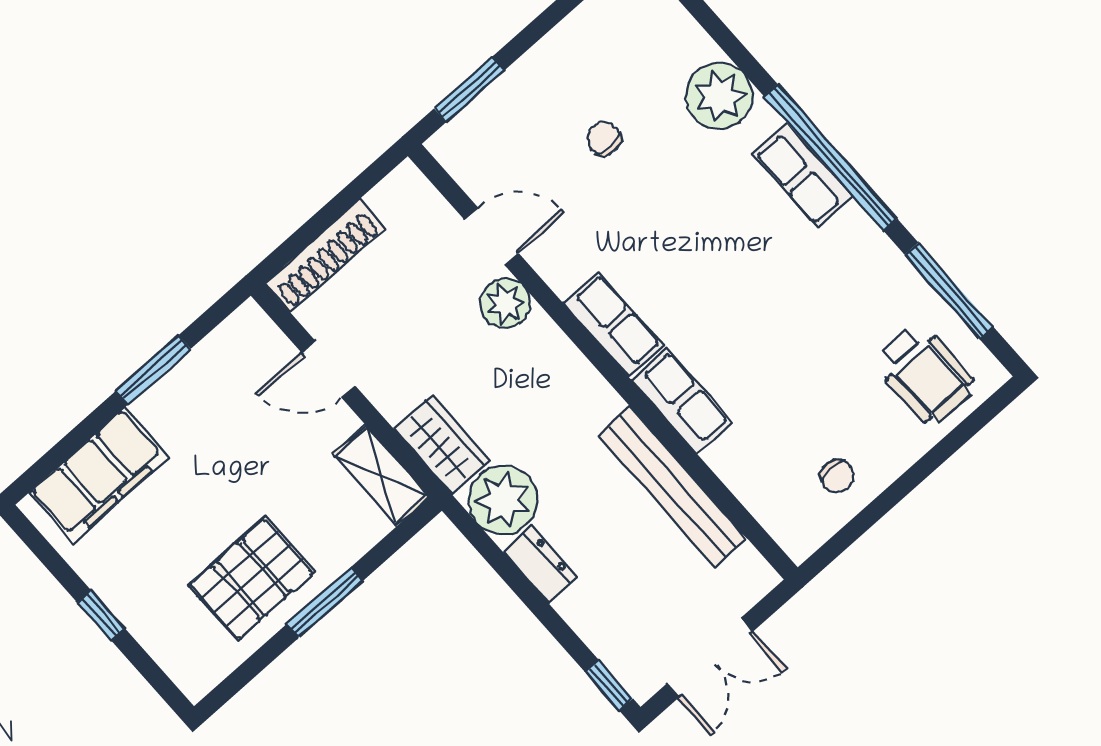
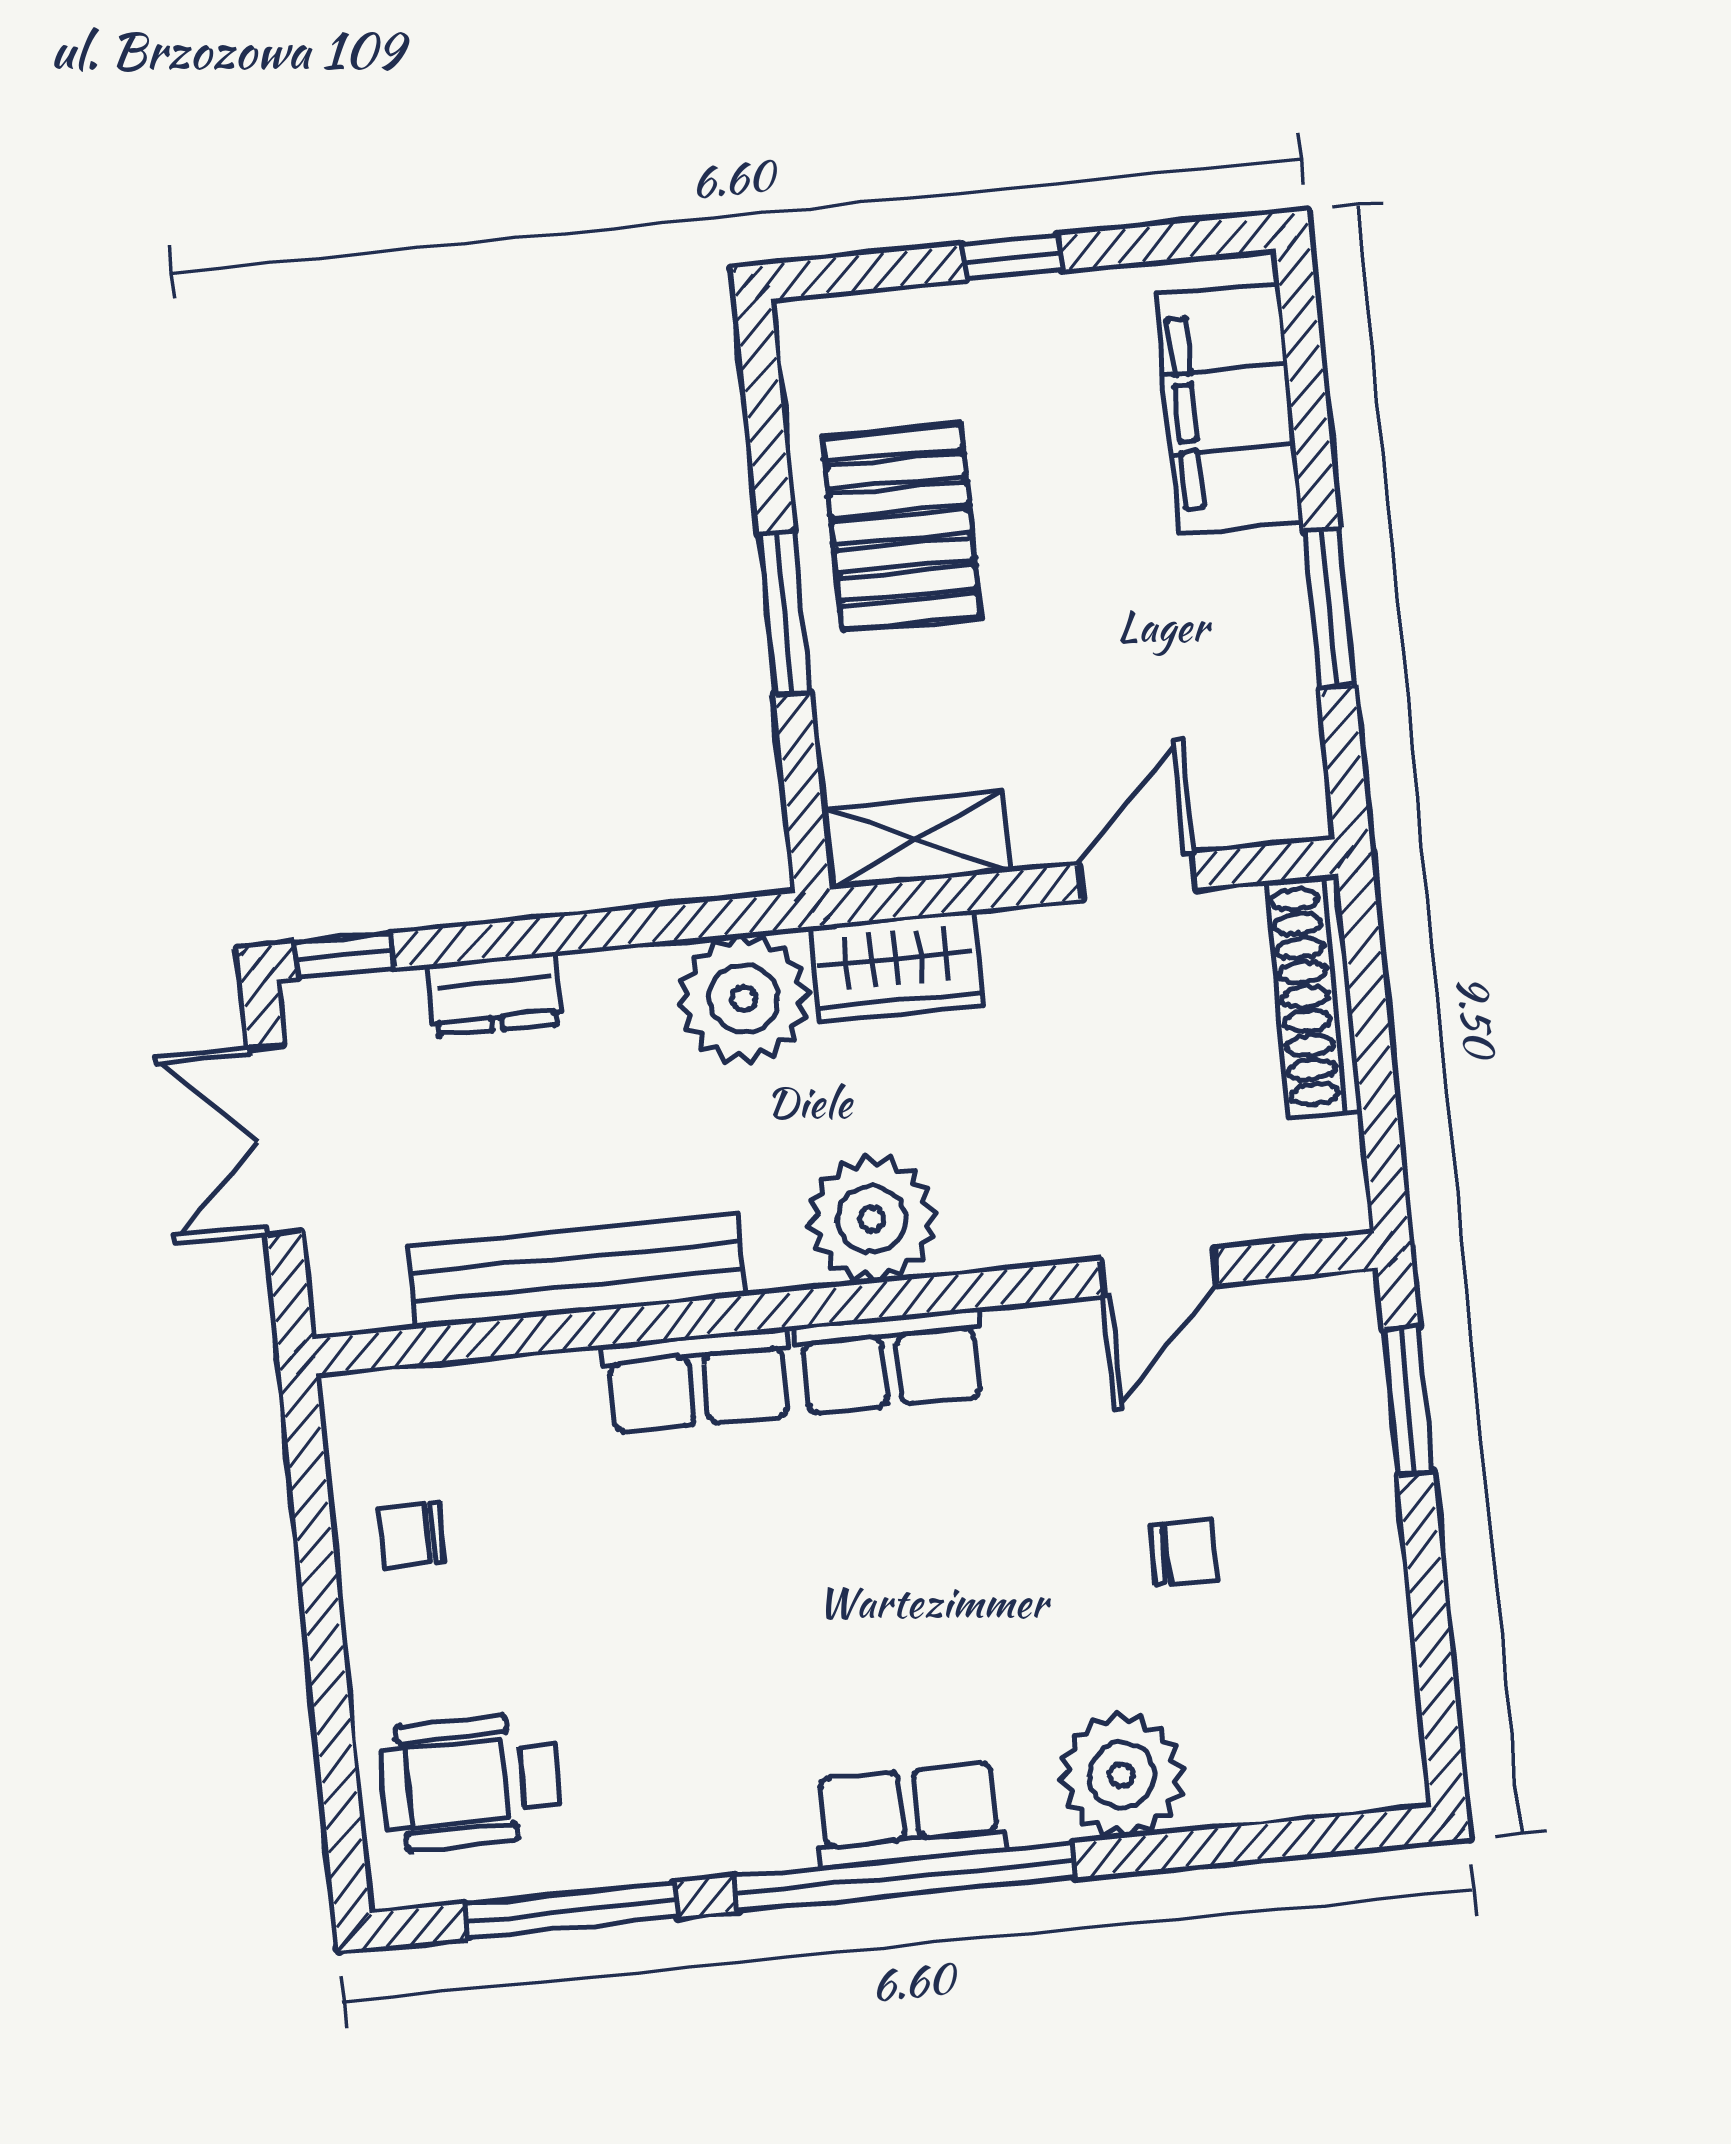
plant: (505, 303) -> (872, 1219), moved, width x1.36, depth x1.36
dresser: (540, 564) -> (494, 994), moved

